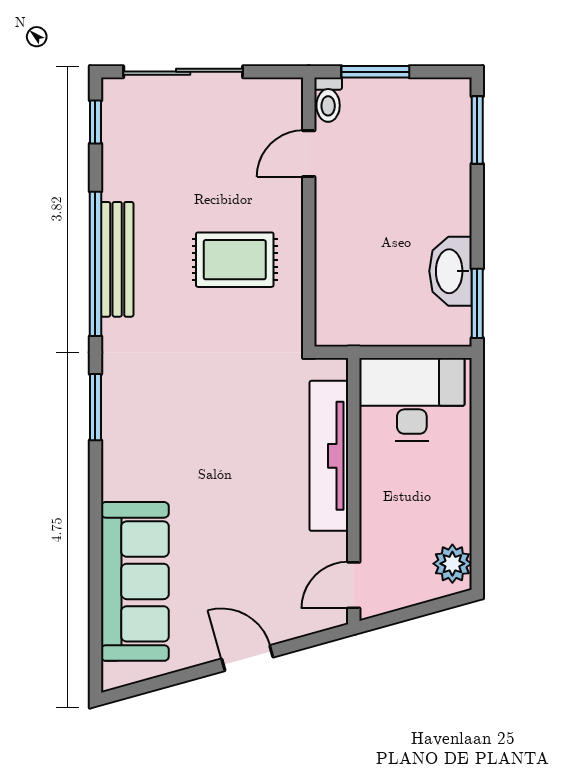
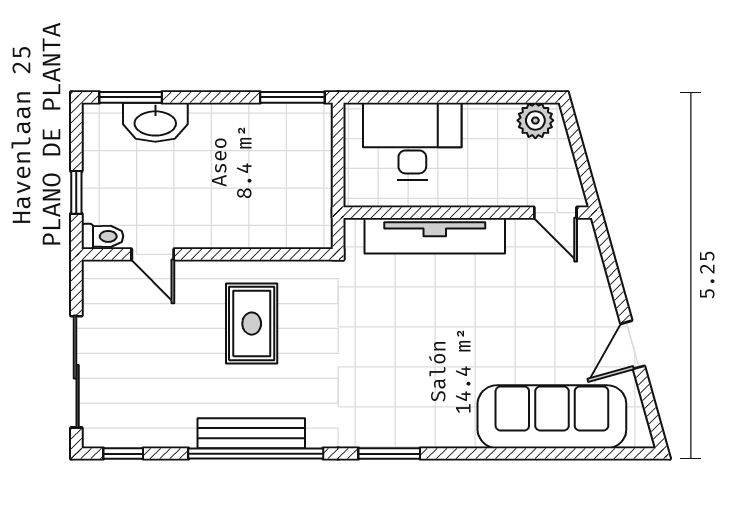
window: (375, 72) -> (76, 192), width x0.67
washbasin: (450, 271) -> (155, 122), moved
desk: (412, 399) -> (412, 141), moved, turned 90
door: (247, 658) -> (633, 345), moved

